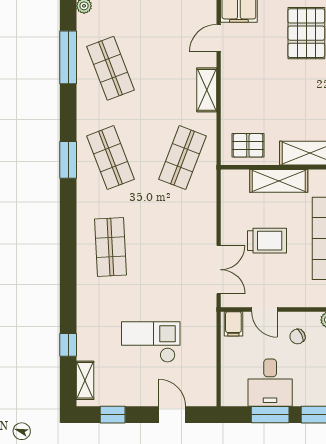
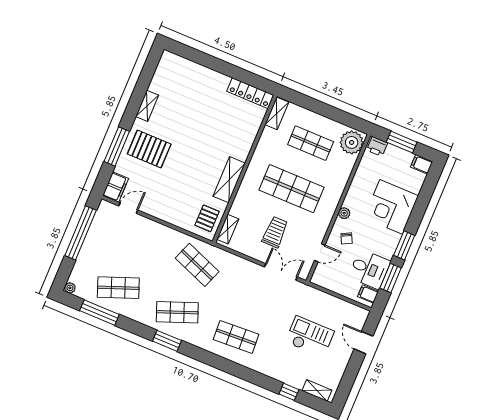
door: (219, 38) -> (128, 208), swing flipped
shelving: (207, 90) -> (159, 230), removed
shelving: (279, 181) -> (228, 229), moved, width x0.67, depth x0.75
filing cabinet: (233, 324) -> (368, 294), moved, turned 180
checkout: (151, 342) -> (310, 337), turned 90
window: (113, 415) -> (347, 382), removed
door: (172, 415) -> (364, 343), hinge flipped

